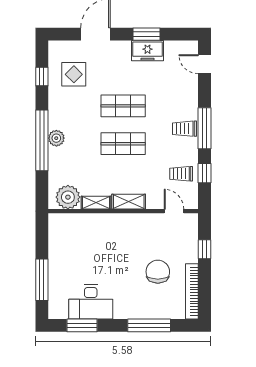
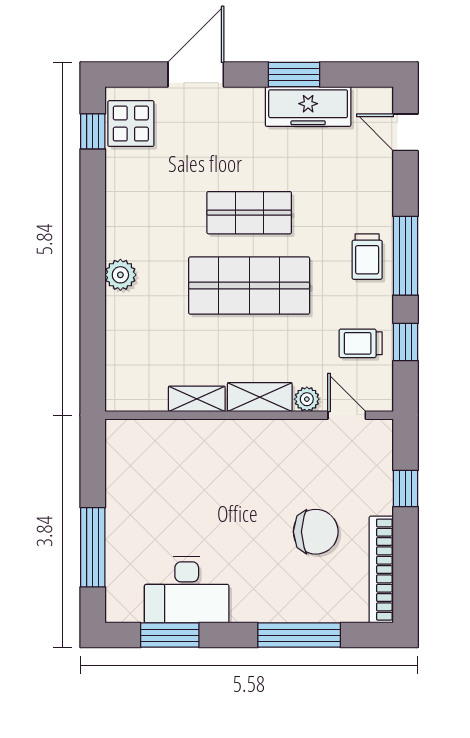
freezer: (147, 51) -> (308, 106), width x1.40
display table: (74, 74) -> (131, 124), moved
window: (42, 76) -> (93, 131), moved
trolley: (184, 129) -> (367, 257), turned -90
window: (42, 140) -> (93, 279), removed
shop shelf: (123, 144) -> (249, 286), width x1.43, depth x1.36
plant: (68, 197) -> (307, 399), moved, width x0.53, depth x0.53
chair: (158, 272) -> (316, 532), turned 90

